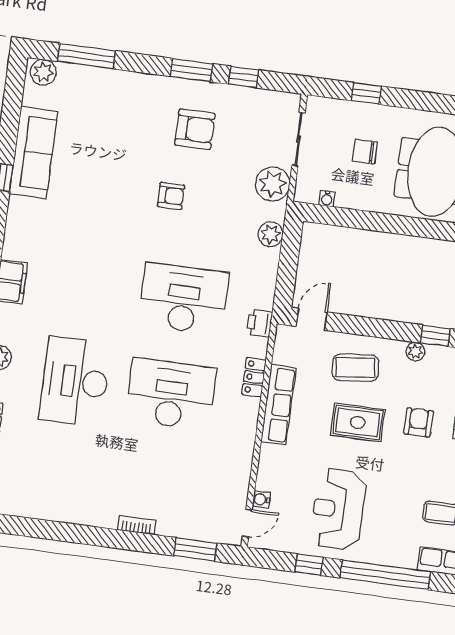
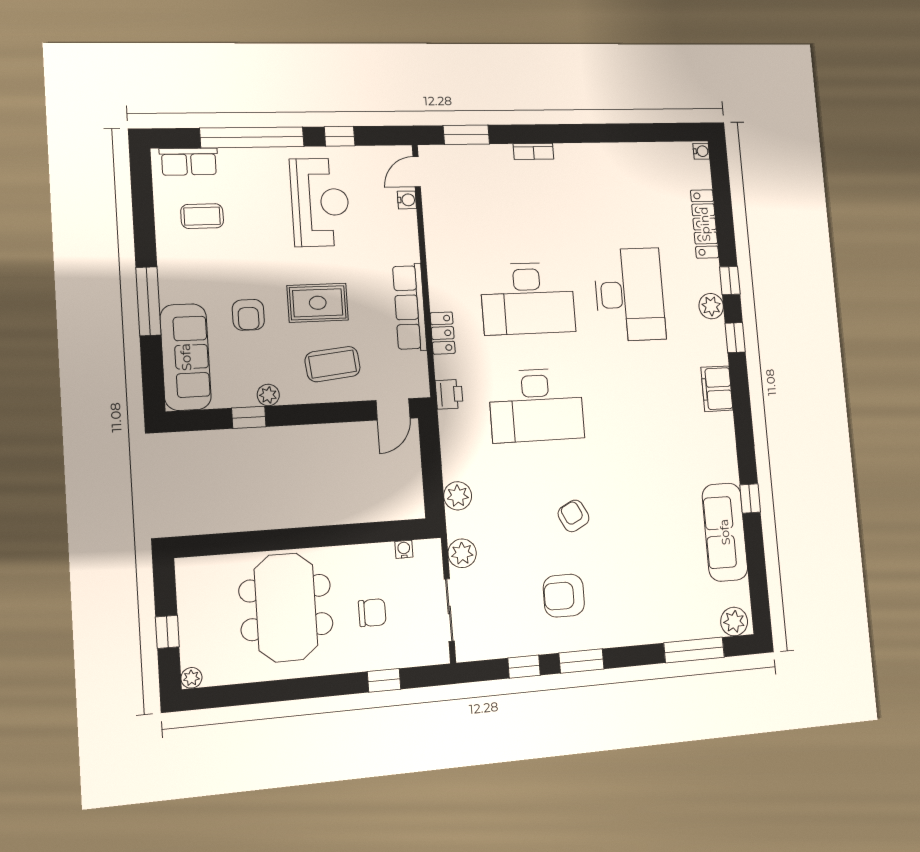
plant: (273, 184) -> (462, 553), width x0.73, depth x0.73
armchair: (171, 196) -> (573, 516), turned 63

